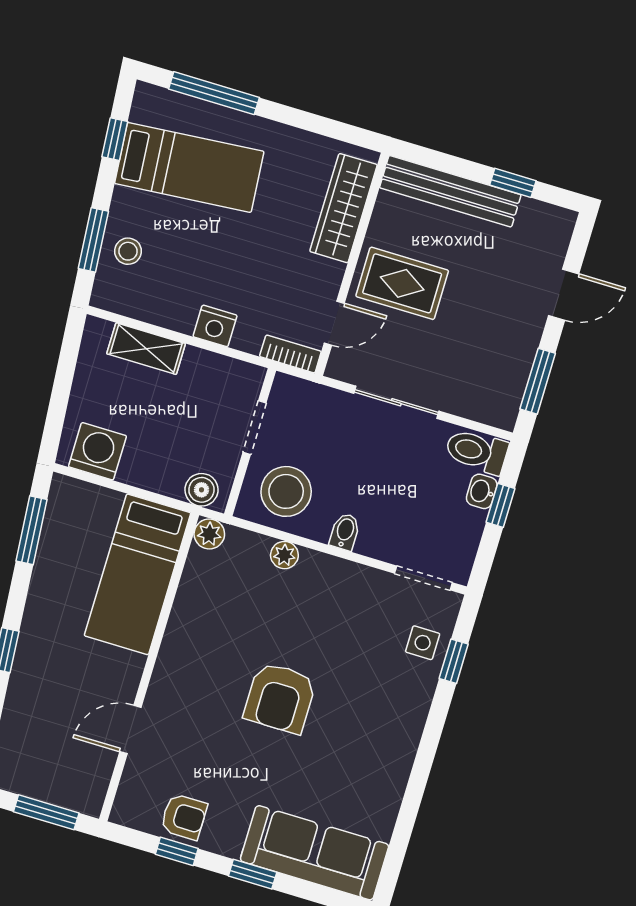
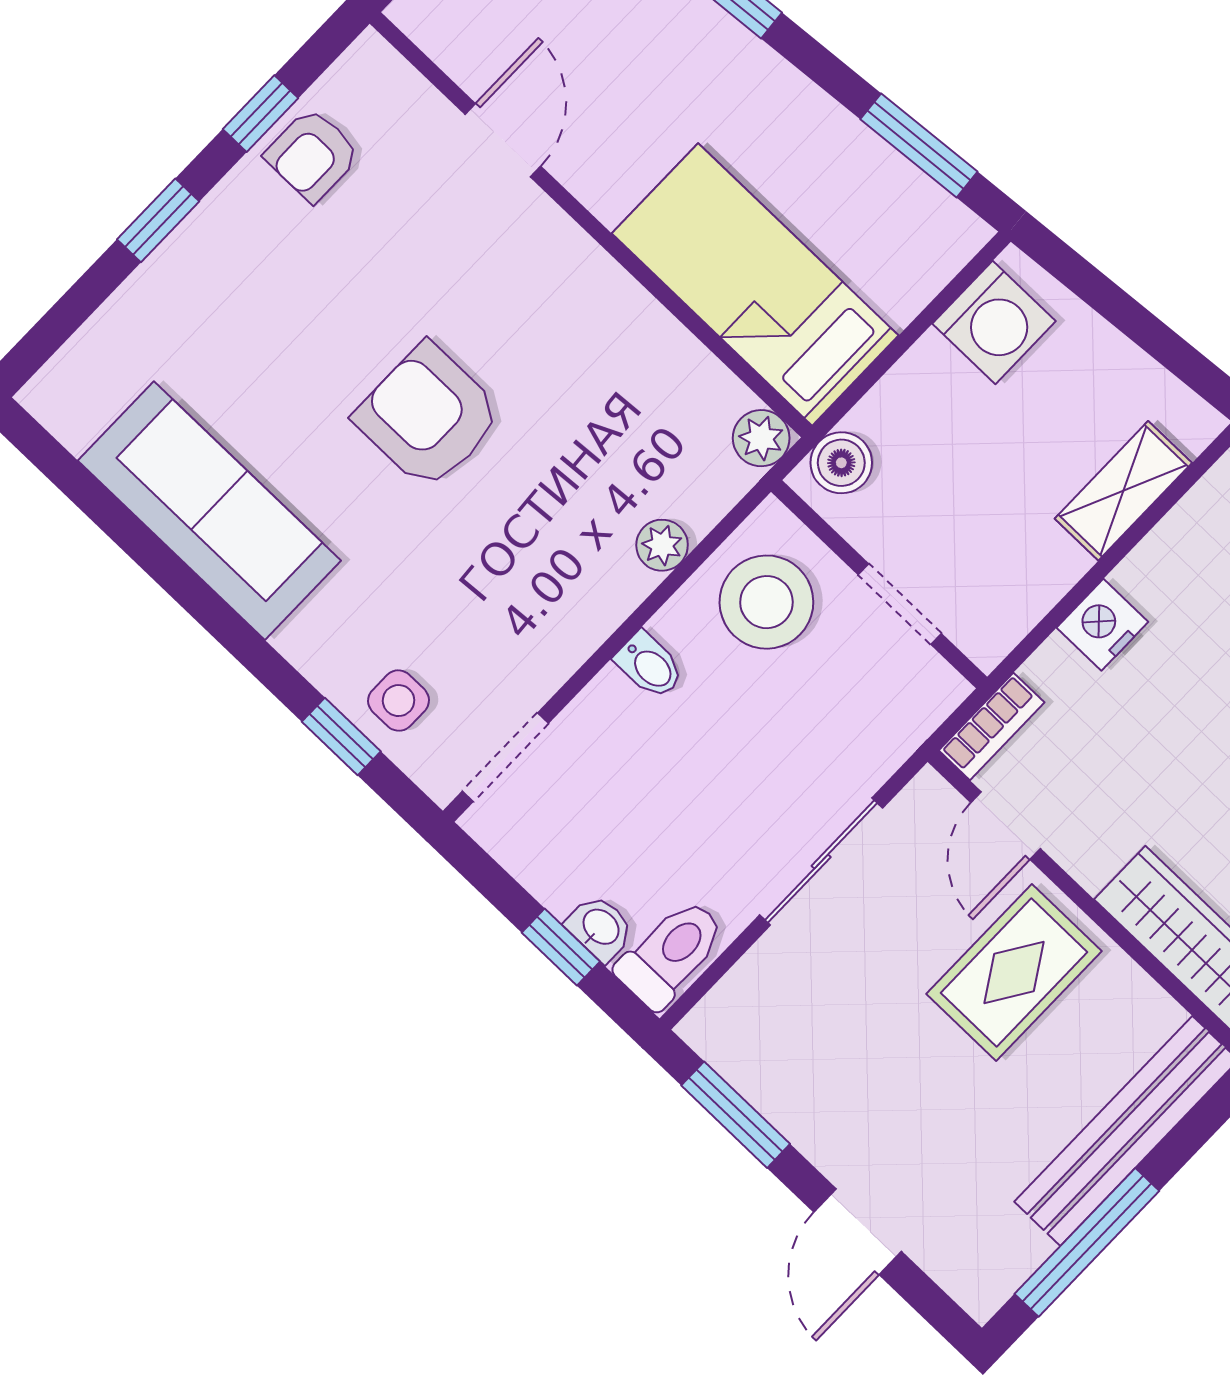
window: (513, 183) -> (1087, 1242), width x2.17
sofa: (315, 853) -> (209, 511), moved, turned -90

